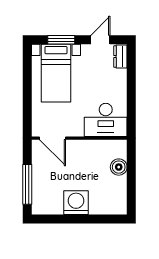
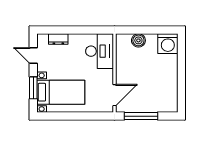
dresser: (120, 57) -> (58, 39), moved
window: (27, 184) -> (141, 116), moved
washing machine: (76, 203) -> (168, 44), moved, turned -90

